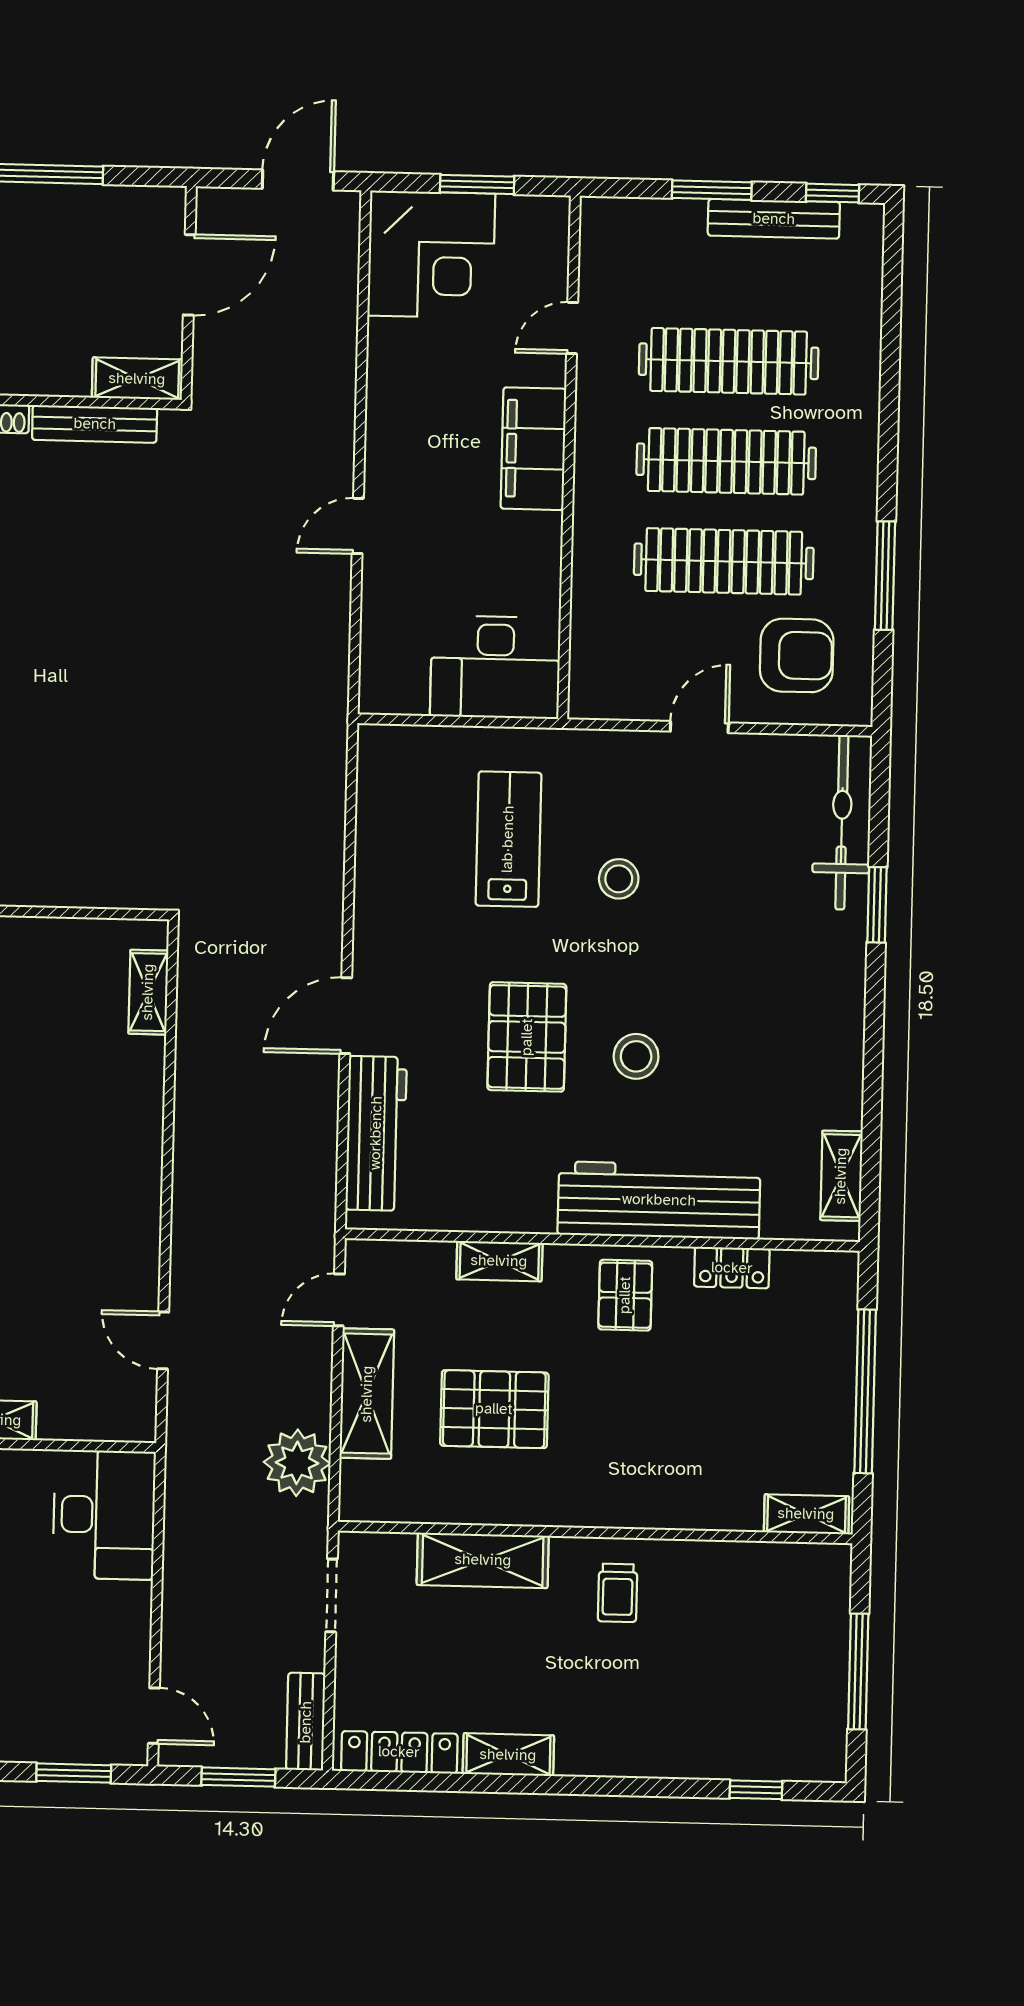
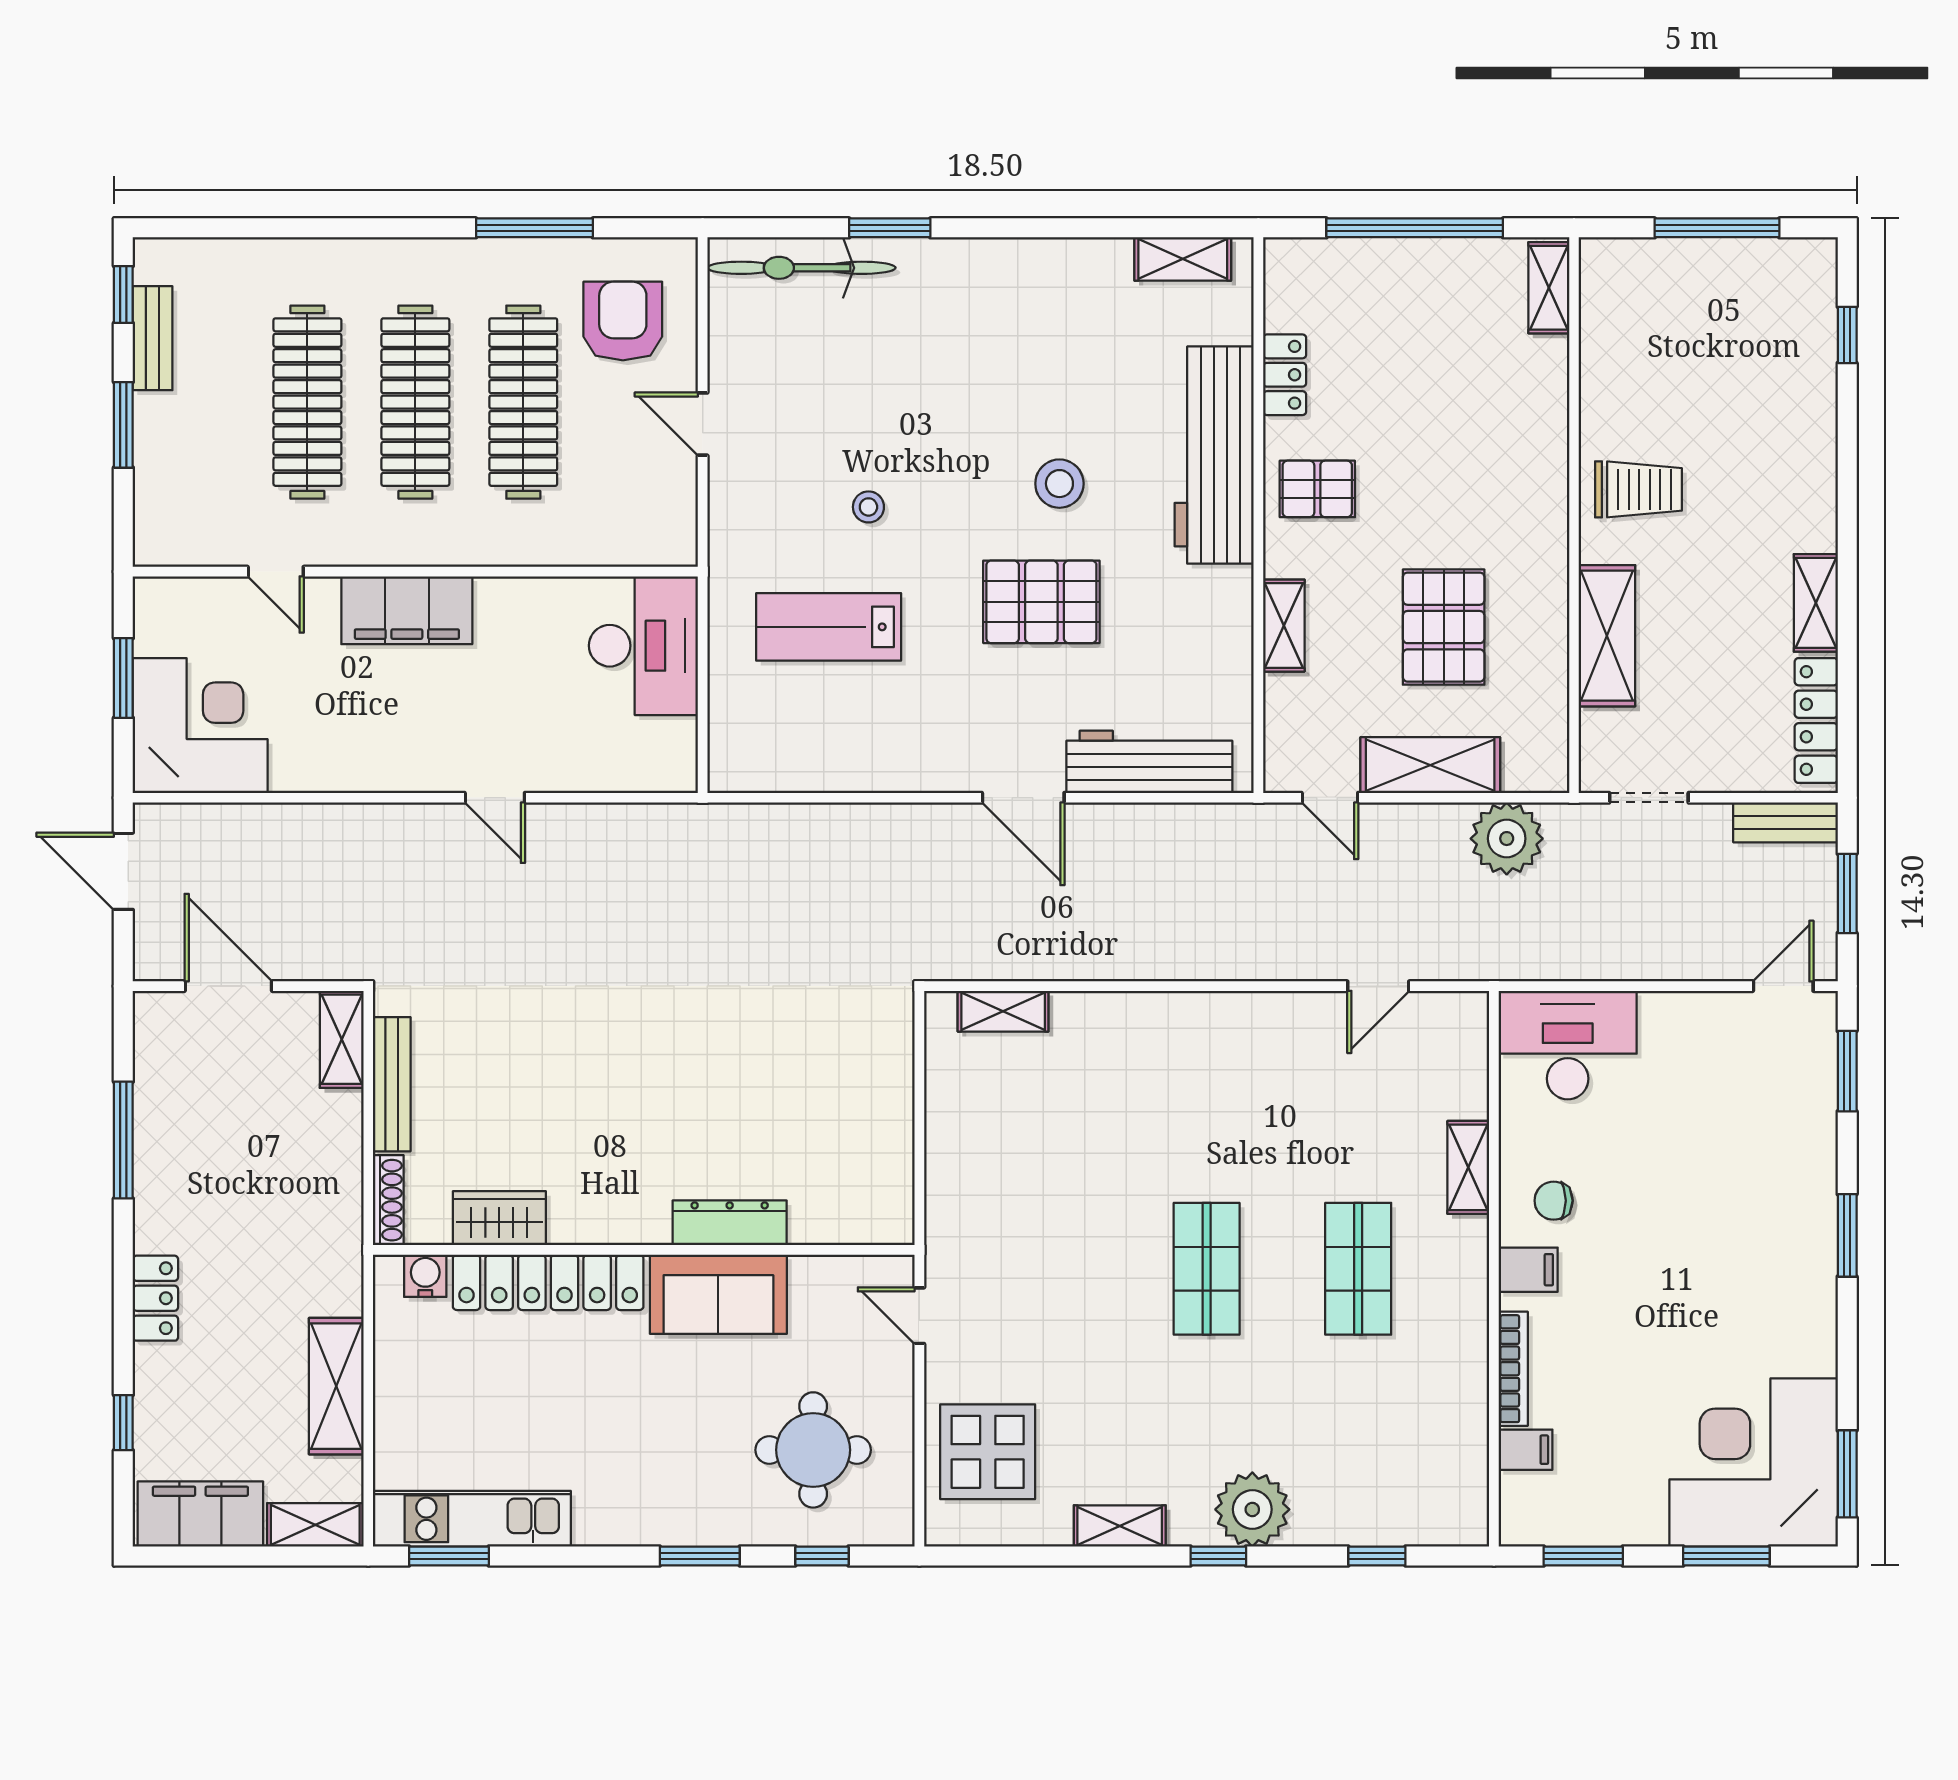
bench: (774, 219) -> (153, 338), width x0.73
stool: (619, 879) -> (868, 507), width x0.73, depth x0.73
trolley: (618, 1593) -> (1638, 489), width x1.36, depth x1.39

